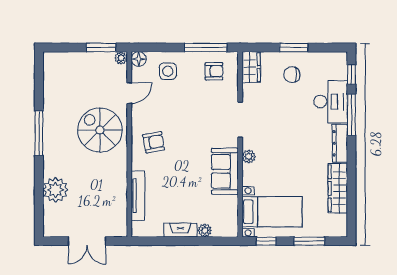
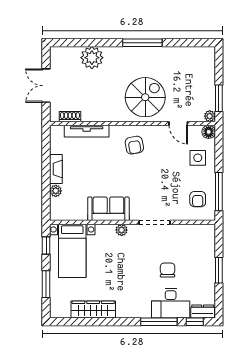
wardrobe: (251, 67) -> (201, 232), removed
chair: (292, 75) -> (168, 270), moved
dresser: (340, 143) -> (203, 311), moved, width x0.70
shoe rack: (122, 214) -> (70, 117), added

